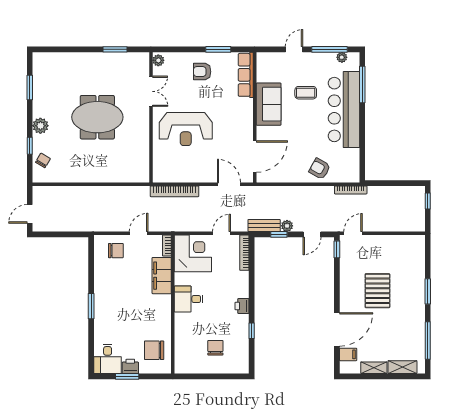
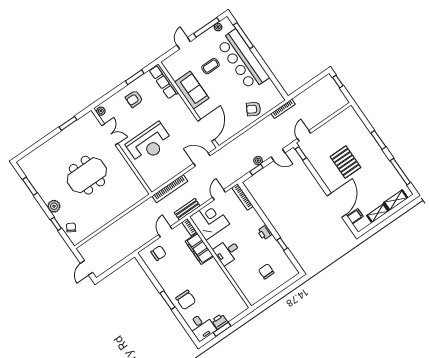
bench: (264, 226) -> (187, 209), moved
door: (312, 234) -> (278, 155), hinge flipped
chair: (154, 350) -> (186, 300), moved, turned -90

